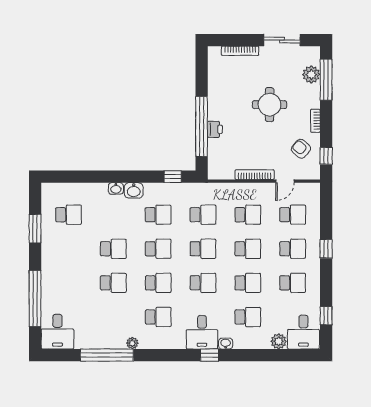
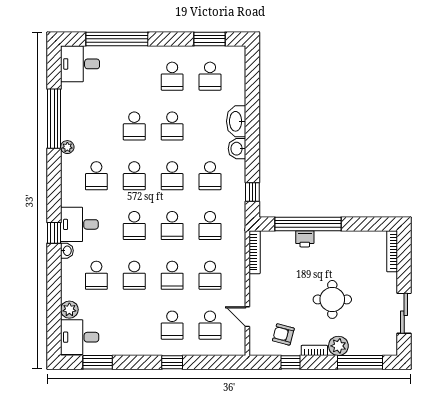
bookcase: (240, 51) -> (392, 251), moved
plant: (311, 74) -> (338, 346), moved
armchair: (301, 149) -> (283, 334), turned -116
window: (326, 156) -> (291, 362), moved
bookcase: (255, 175) -> (255, 252), moved
washbasin: (116, 189) -> (236, 121), width x1.91, depth x1.45
window: (35, 229) -> (210, 39), moved
school desk: (293, 283) -> (172, 76), moved
window: (326, 316) -> (98, 362), width x1.50

